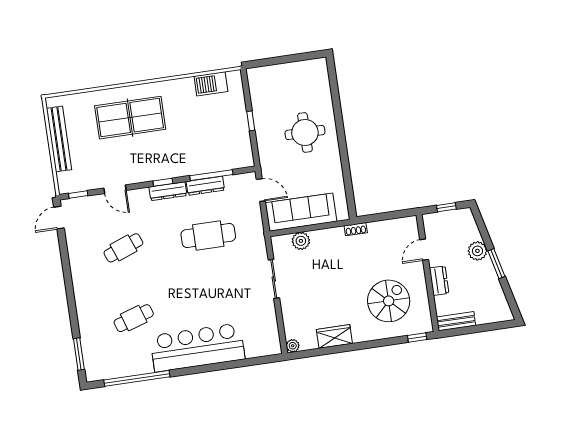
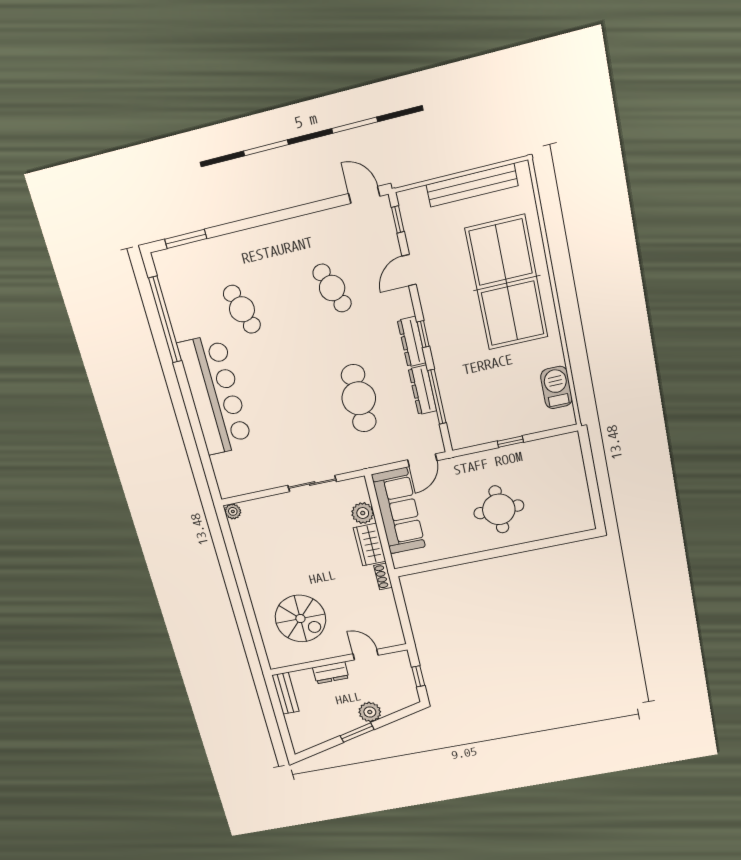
table tennis table: (130, 118) -> (507, 283), width x1.36, depth x1.32
wardrobe: (334, 336) -> (370, 545), moved, turned 180
window: (417, 338) -> (261, 652), removed

